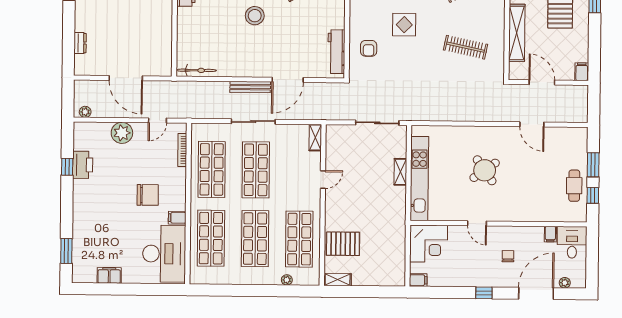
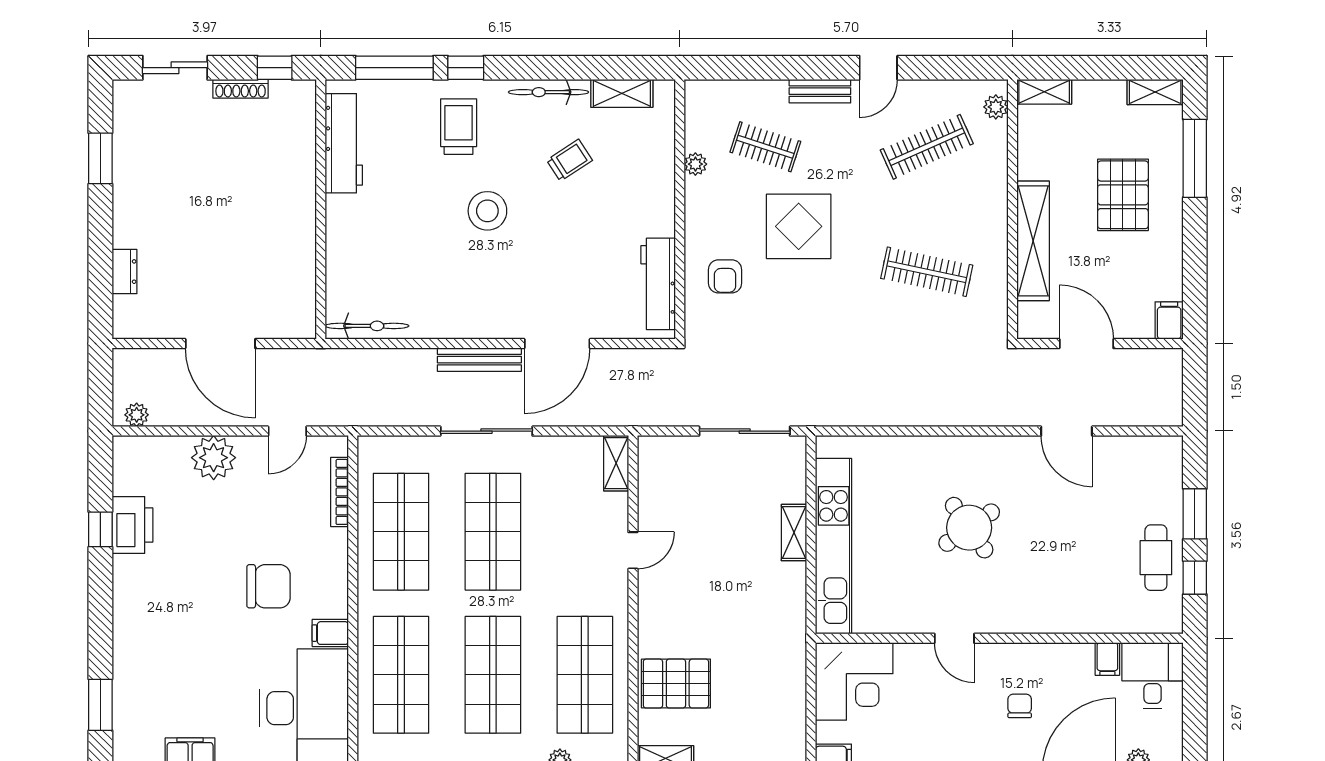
display table: (404, 25) -> (799, 226), width x1.36, depth x1.36

